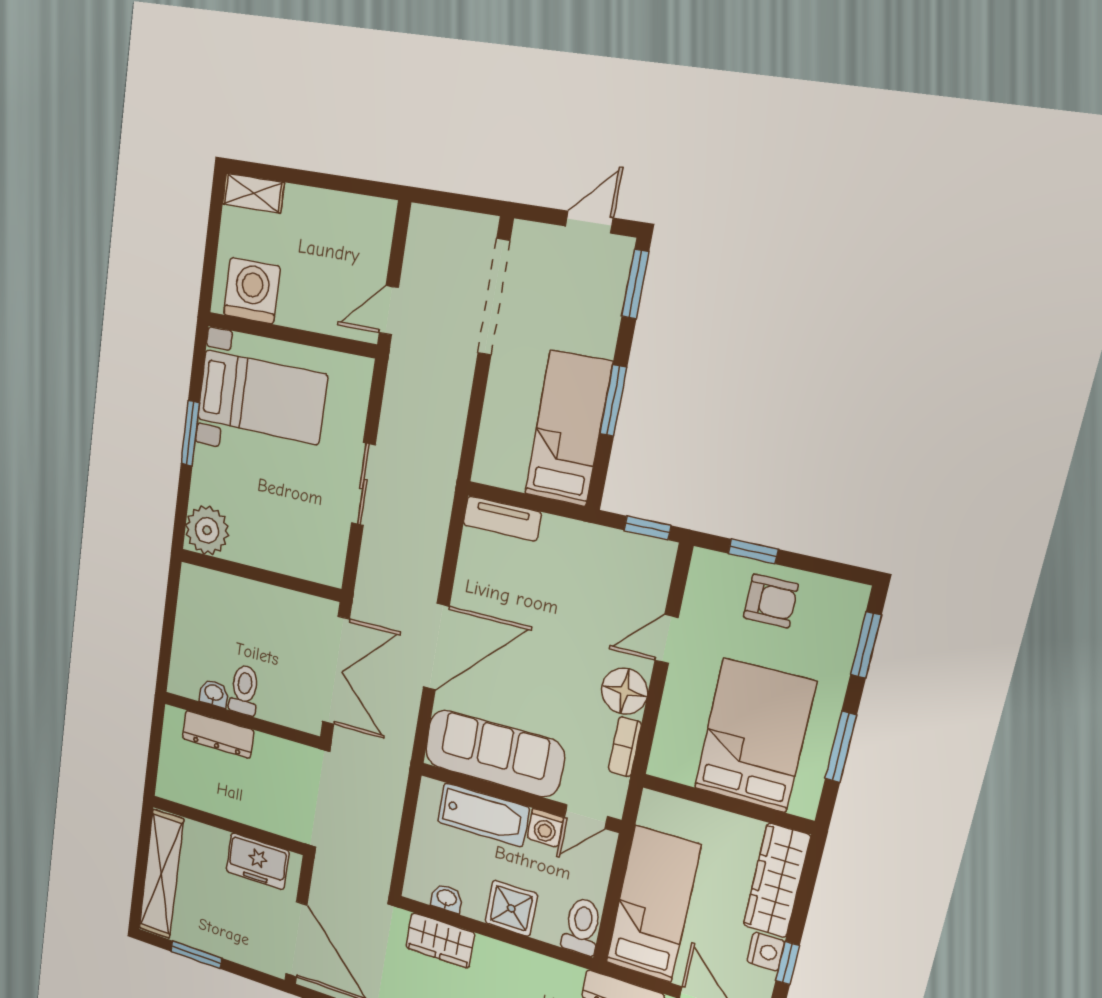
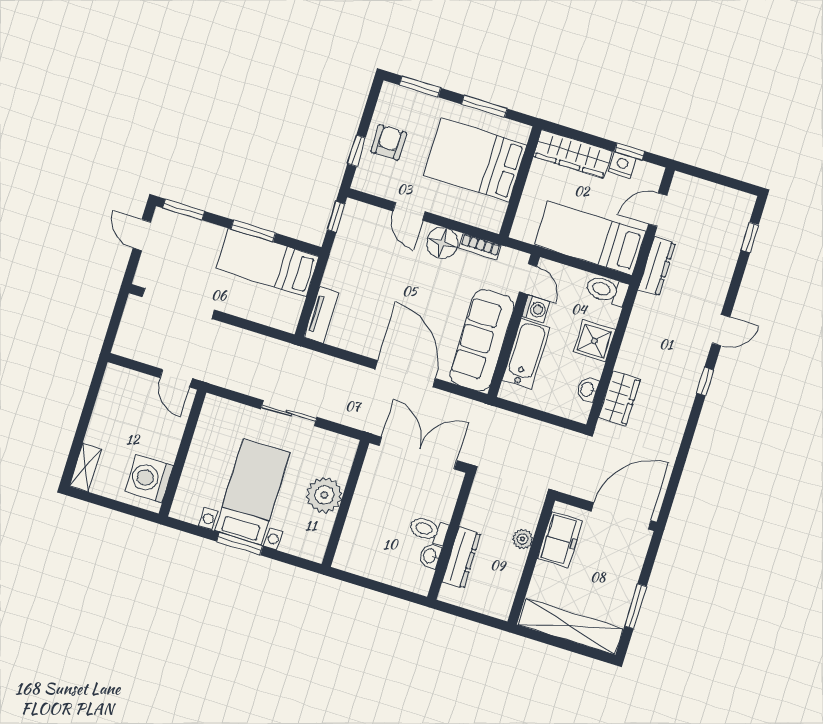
bed with nightstands: (262, 397) -> (252, 492), moved
plant: (207, 530) -> (324, 495), moved
plant: (251, 813) -> (523, 539), added

